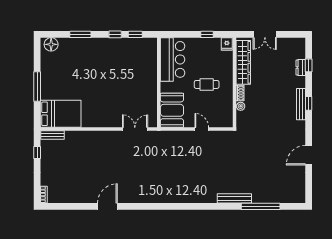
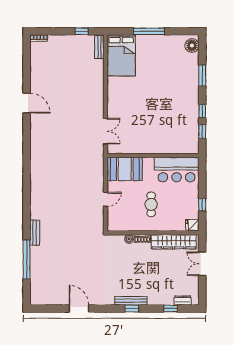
dresser: (301, 68) -> (183, 301), moved
bench: (234, 198) -> (35, 233), width x0.73

